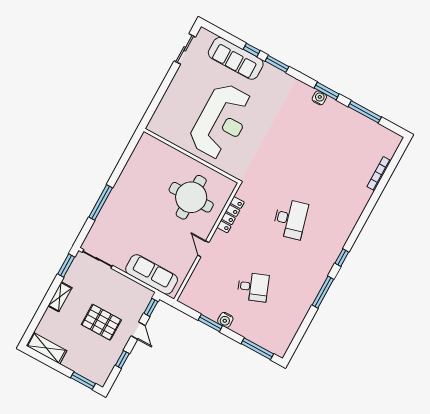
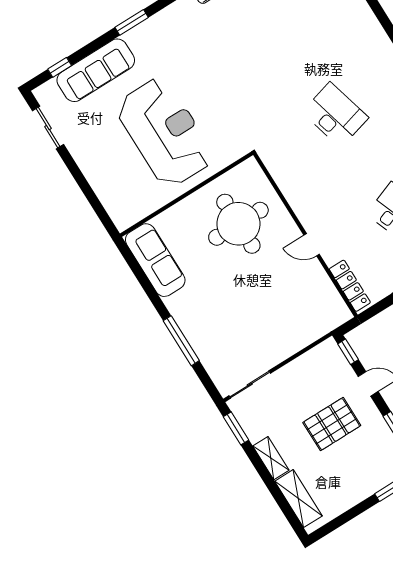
window: (252, 50) -> (60, 67), moved
locker: (231, 215) -> (350, 286), moved
sofa: (152, 274) -> (155, 260), moved, turned 90
shelving: (46, 348) -> (298, 499), moved, turned 90

